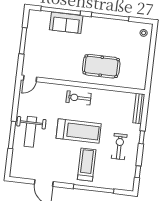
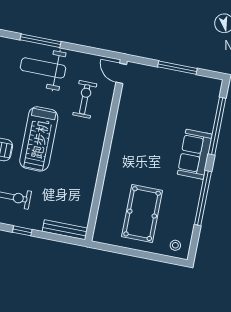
sofa: (66, 23) -> (195, 154), moved
pool table: (101, 66) -> (142, 214), moved
exercise bike: (79, 98) -> (85, 99), moved

